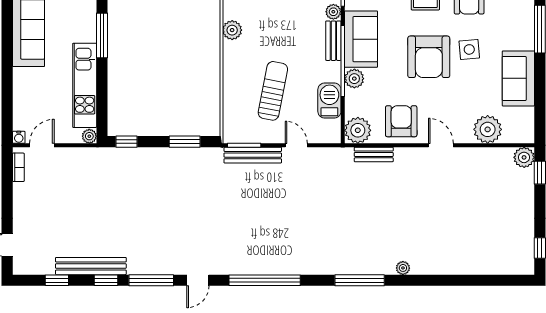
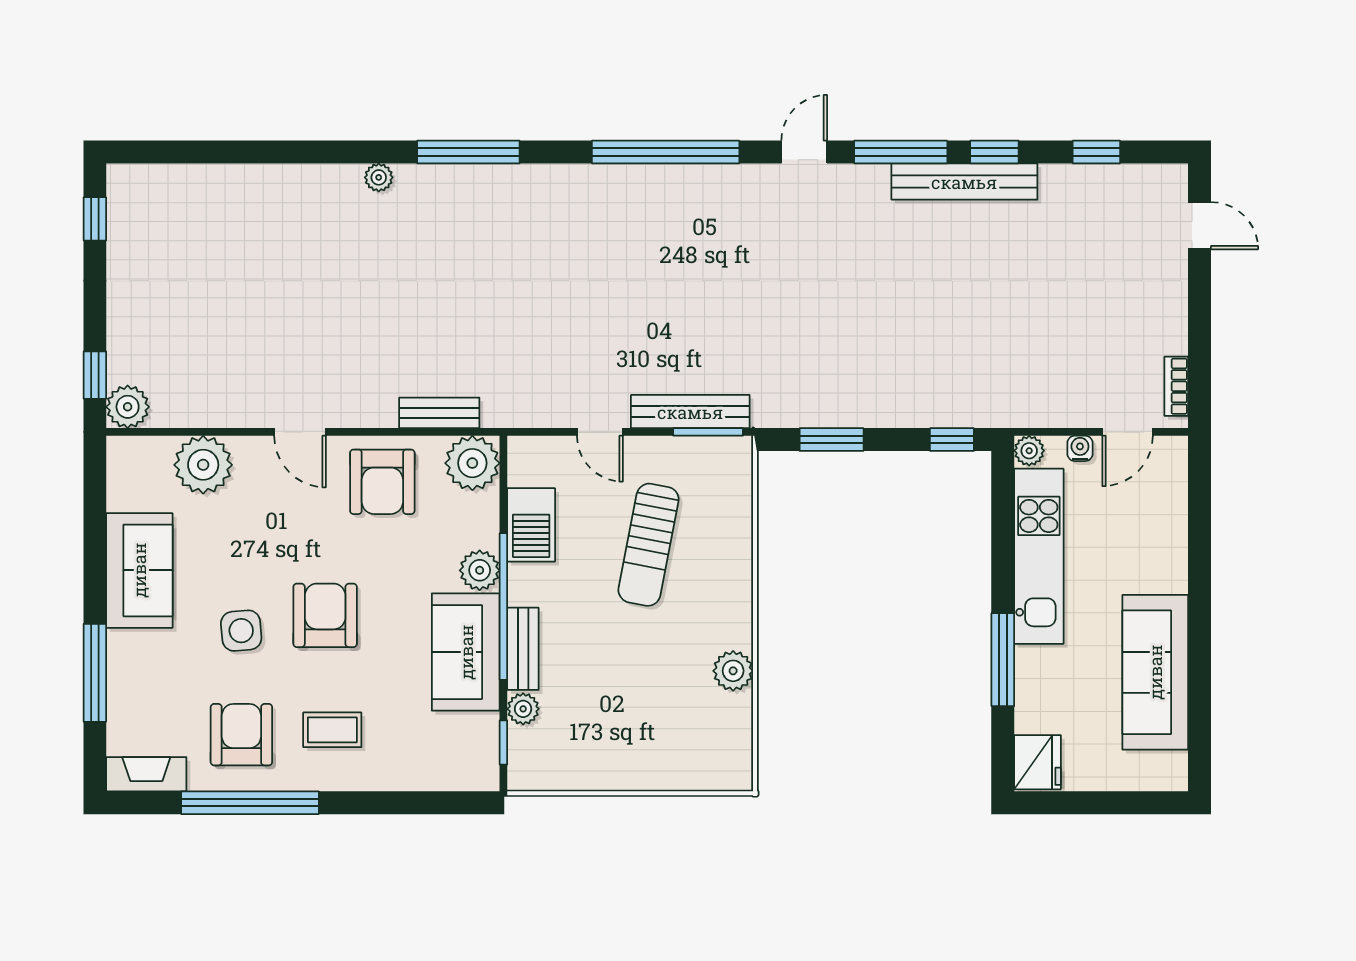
armchair: (429, 57) -> (325, 615), width x0.73, depth x0.73
water cooler: (19, 137) -> (1080, 448), moved
bench: (91, 266) -> (964, 182), moved

